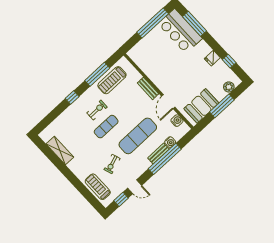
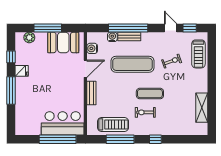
window: (153, 23) -> (58, 139), moved
window: (195, 24) -> (11, 90), moved
bar counter: (180, 31) -> (63, 123), moved, turned -90

